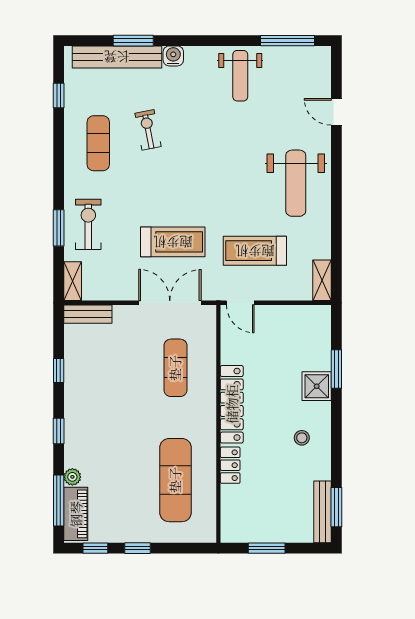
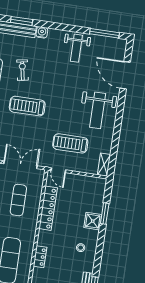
door: (336, 112) -> (125, 75), width x1.87
treadmill: (173, 242) -> (27, 106), moved, turned 180
locker: (232, 404) -> (48, 208), moved

